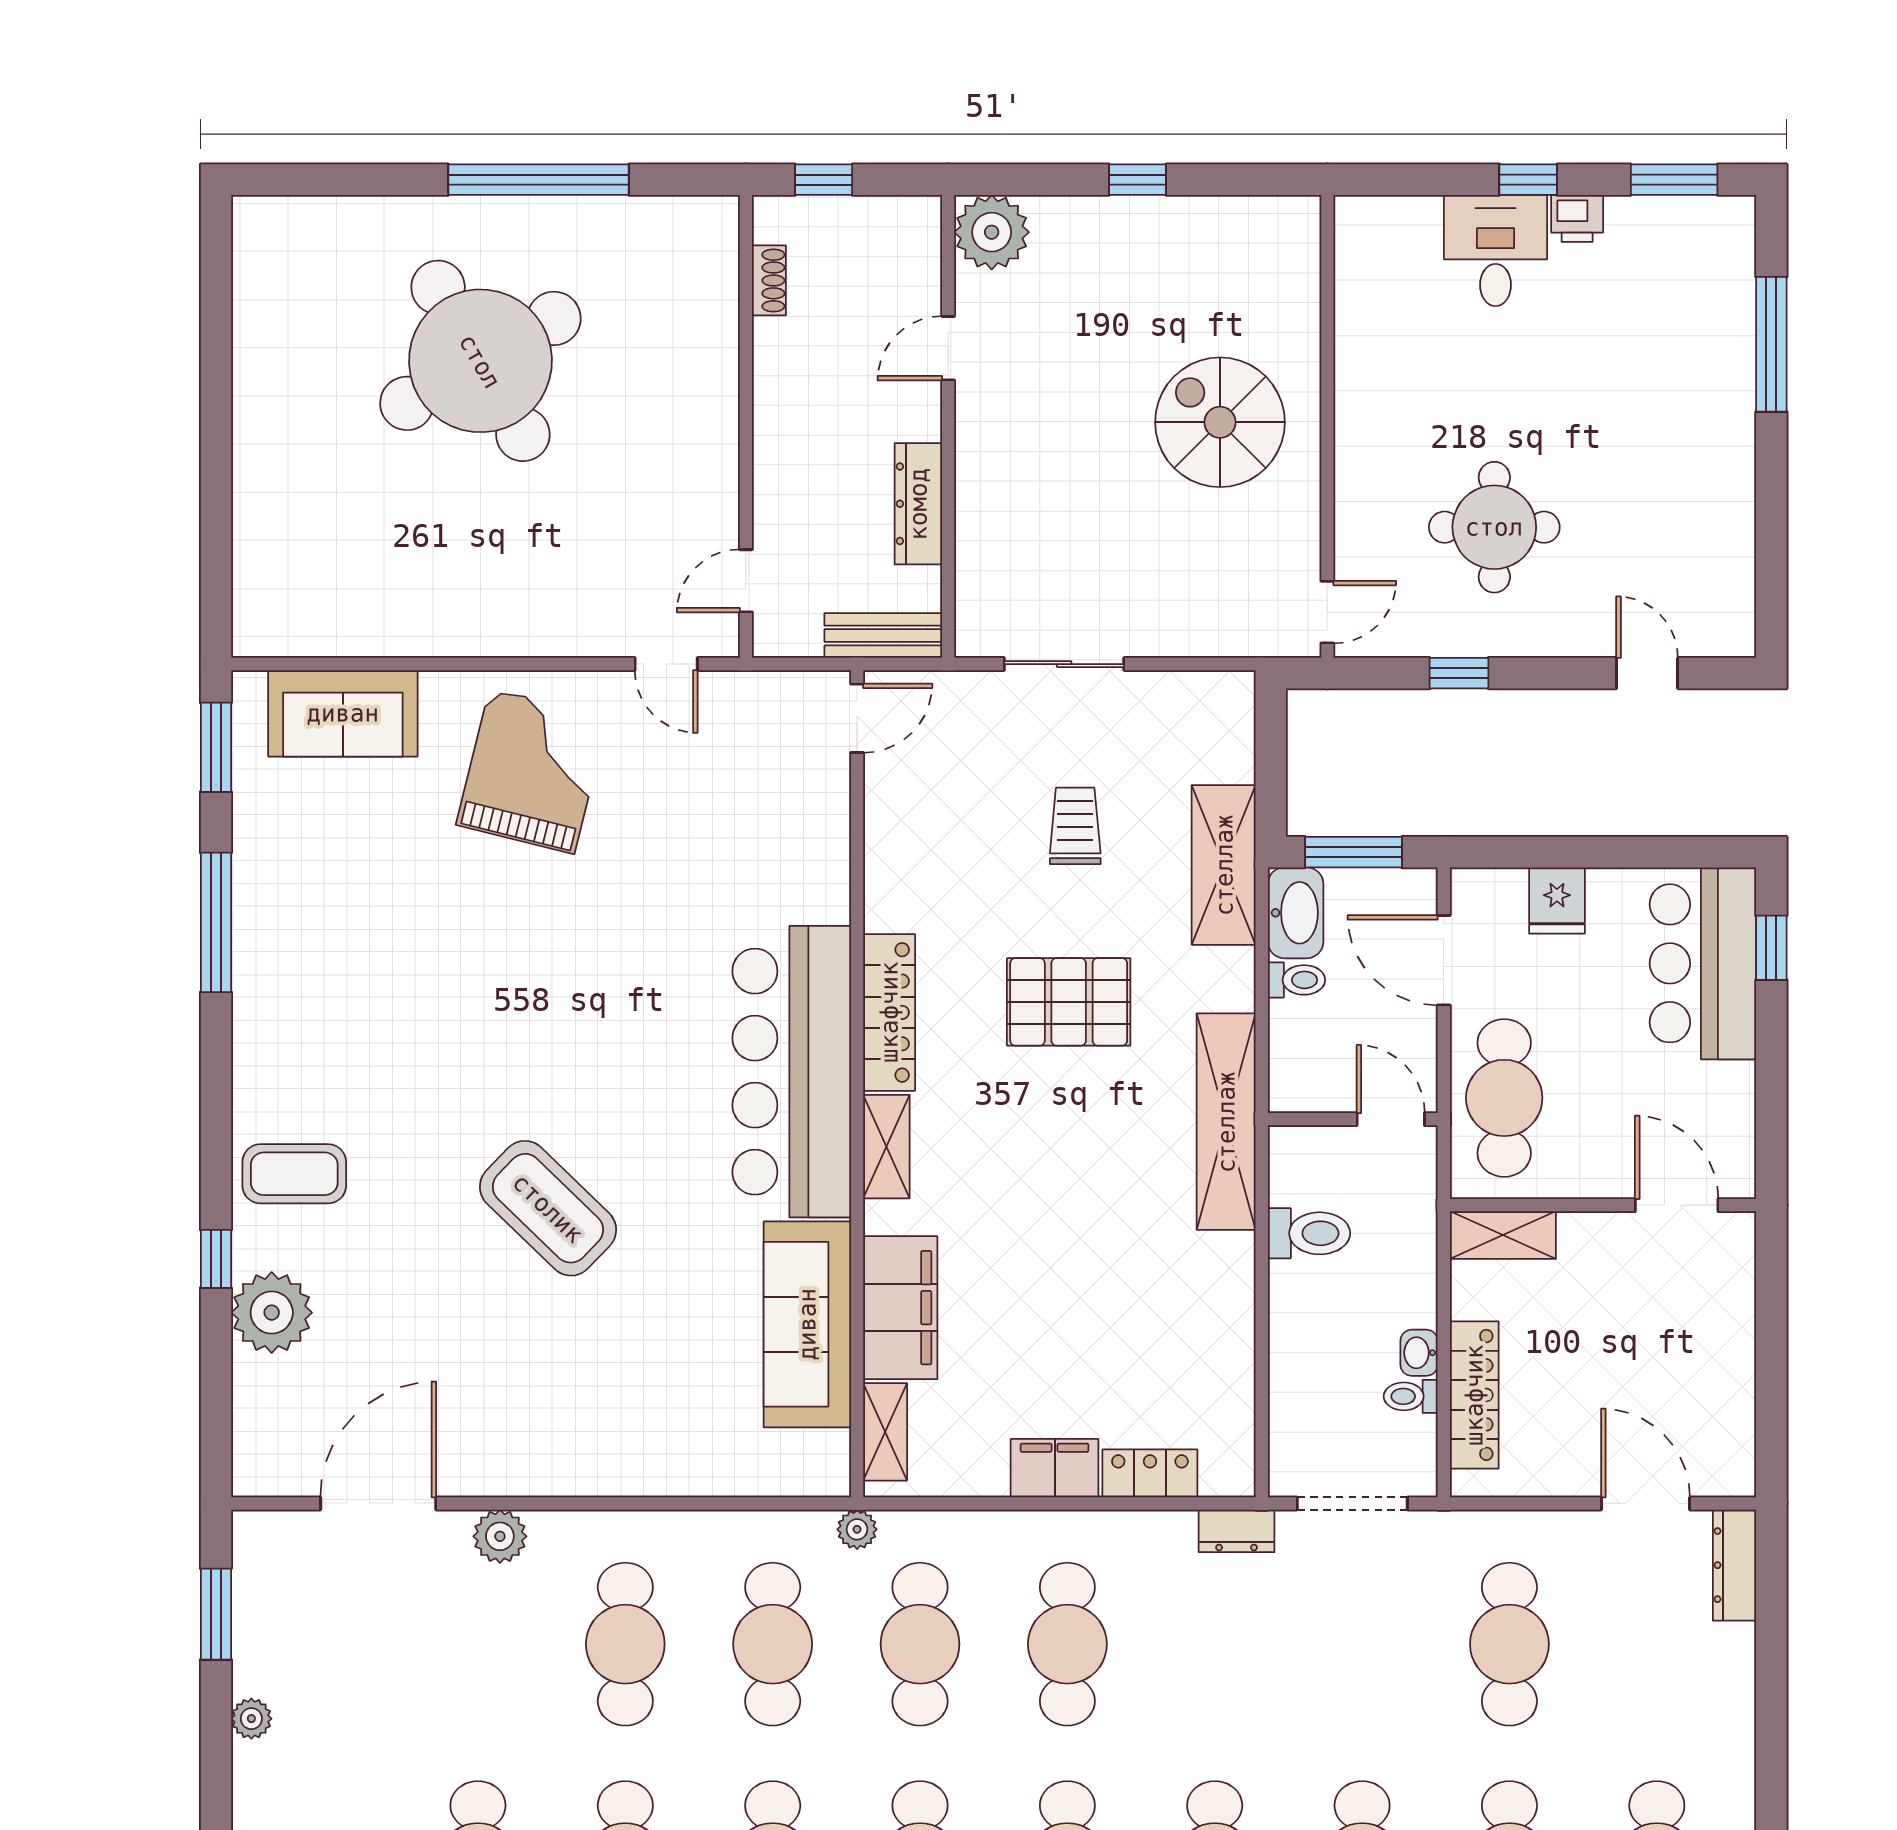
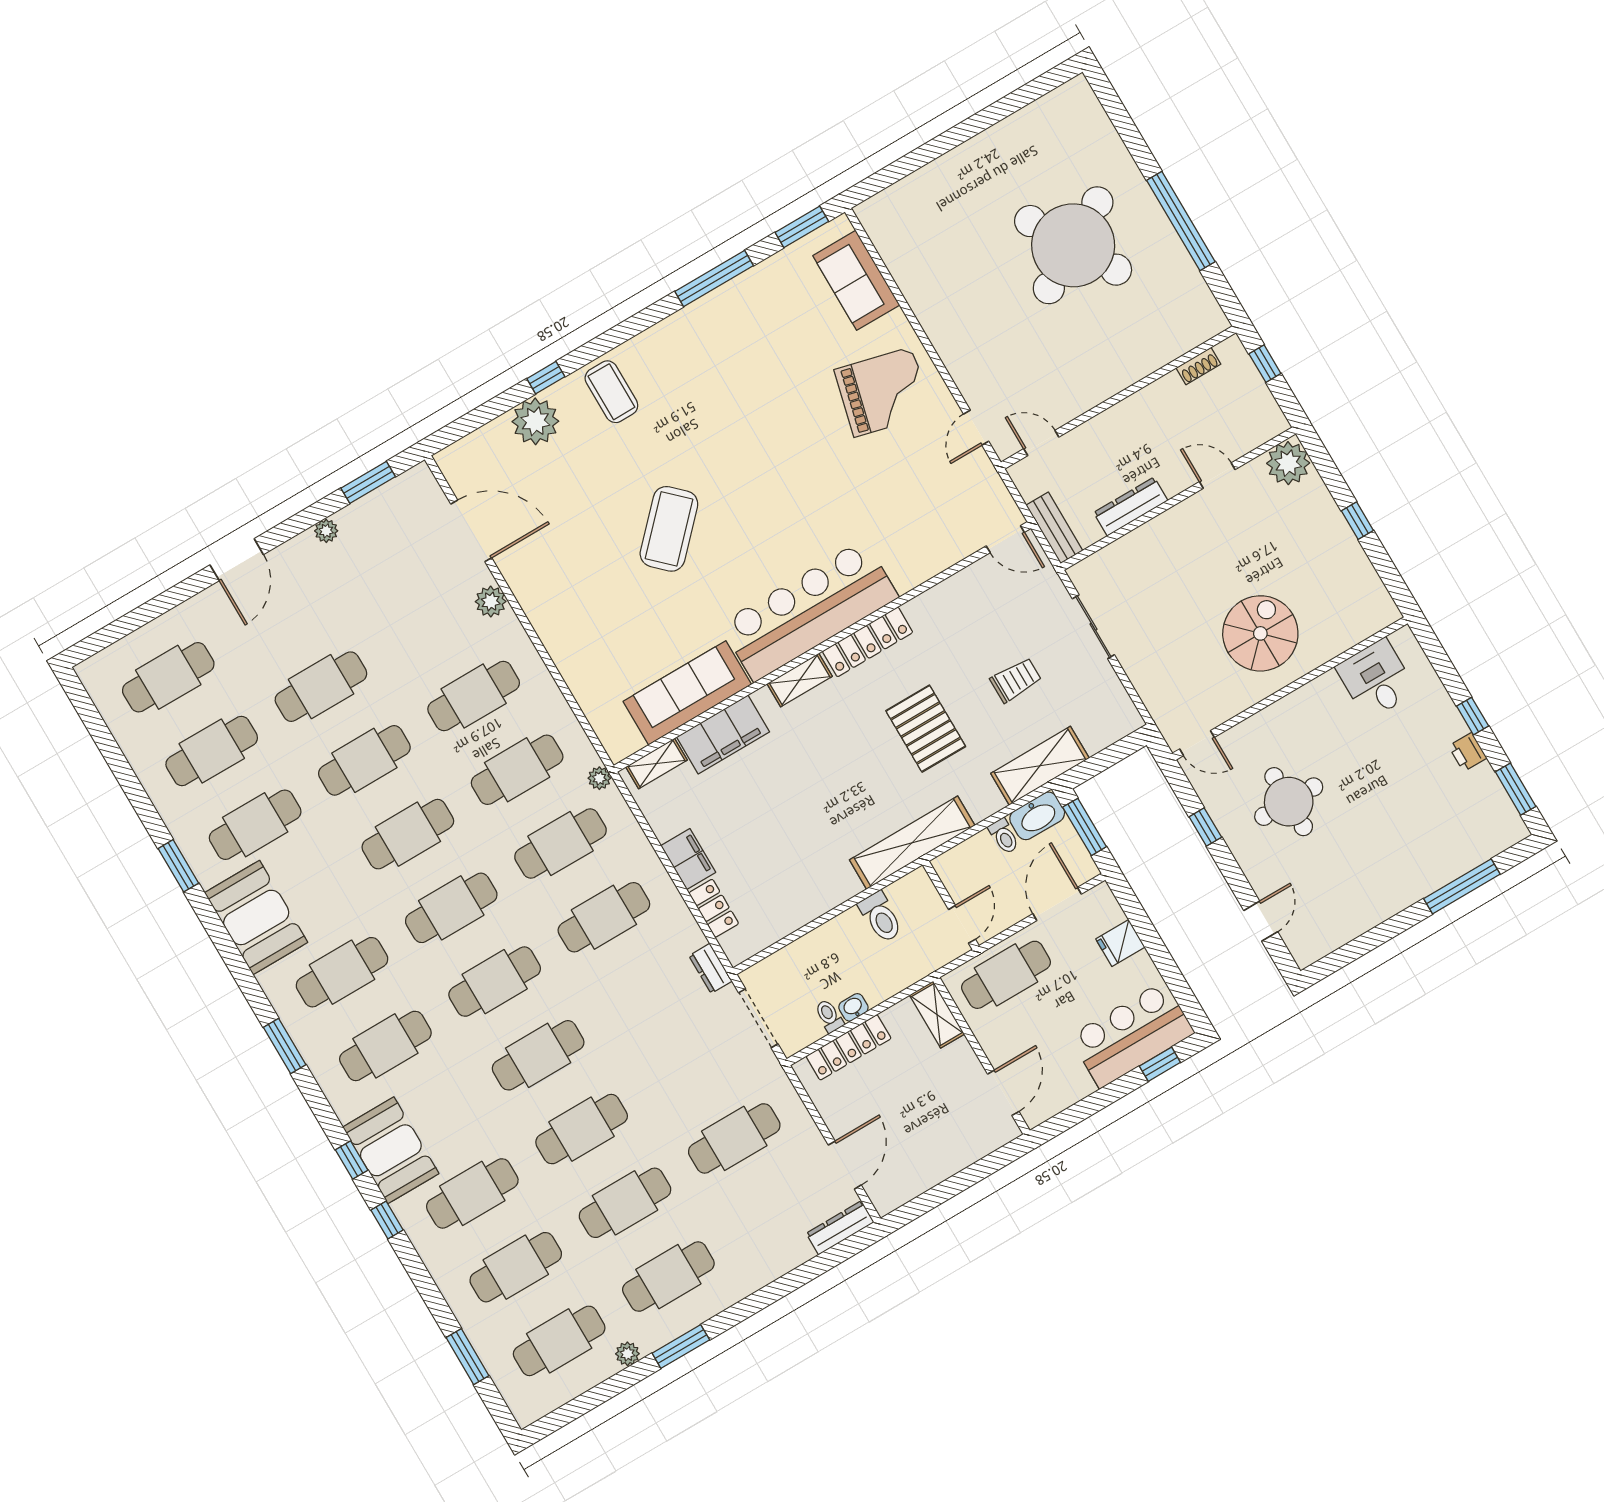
desk: (1495, 250) -> (1376, 679), moved, turned -90

